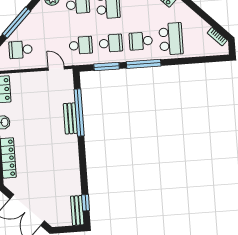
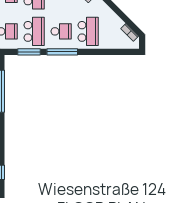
school desk: (141, 41) -> (61, 31), turned 180
school desk: (111, 43) -> (34, 31), width x1.85

